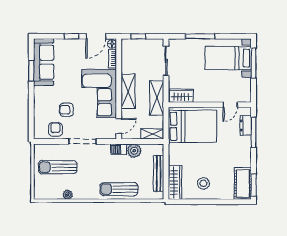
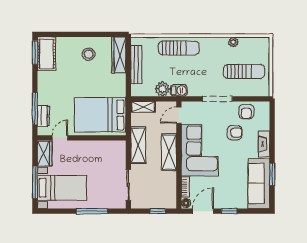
wardrobe: (181, 96) -> (45, 154), moved, turned -90
fireplace: (39, 99) -> (264, 144), added

